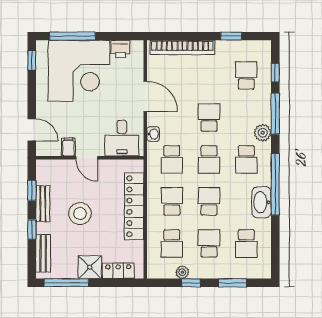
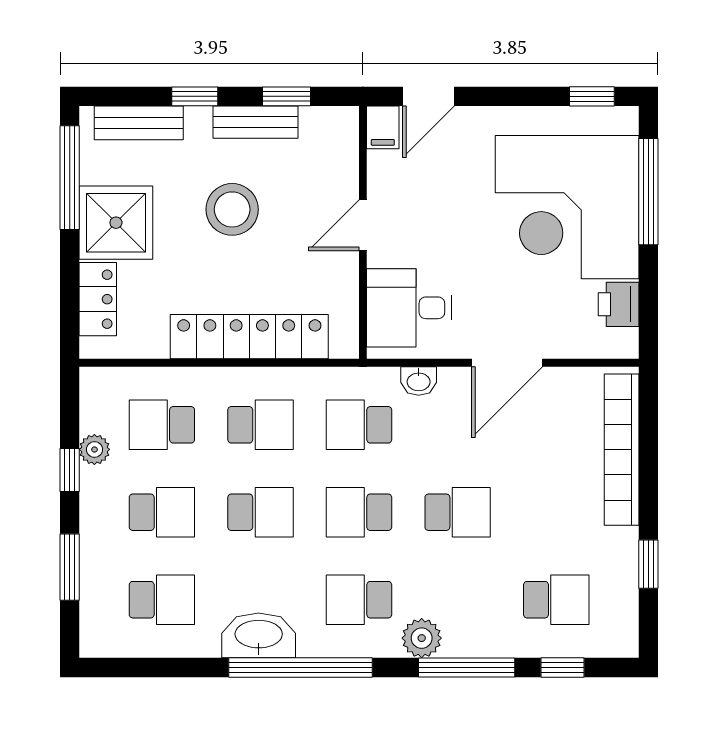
filing cabinet: (68, 147) -> (383, 127), moved, turned 90
school desk: (246, 243) -> (162, 600), turned 180
shower: (90, 267) -> (116, 223), width x1.36, depth x1.36

